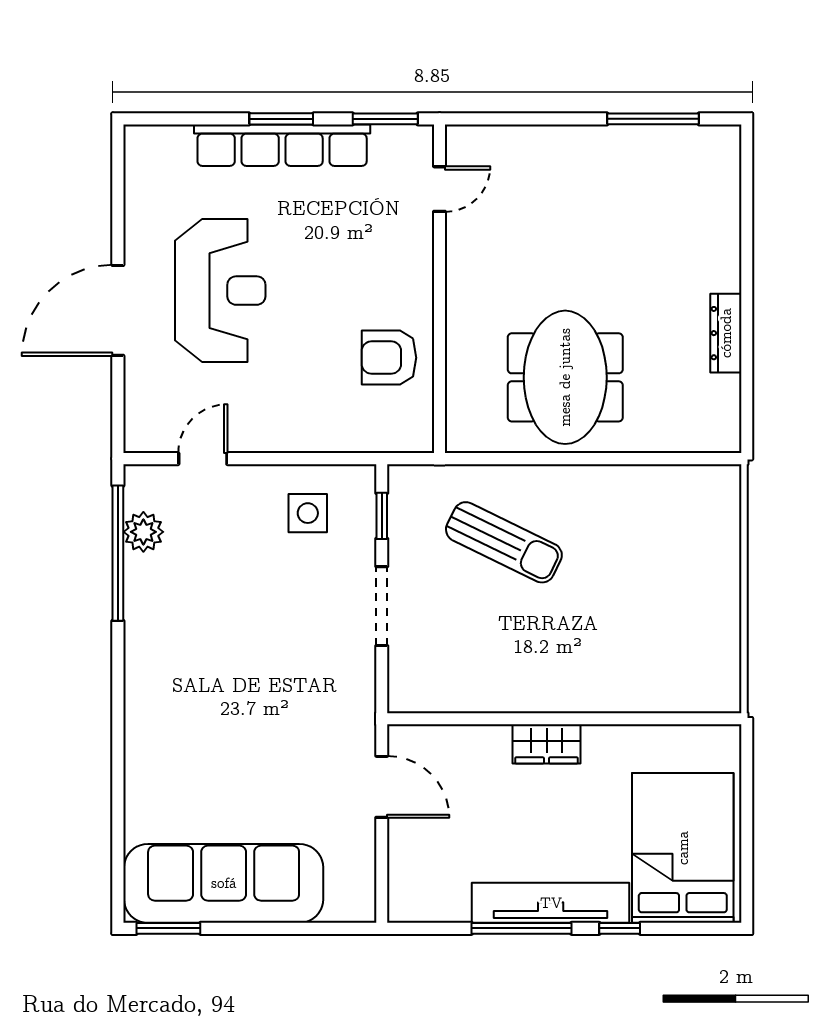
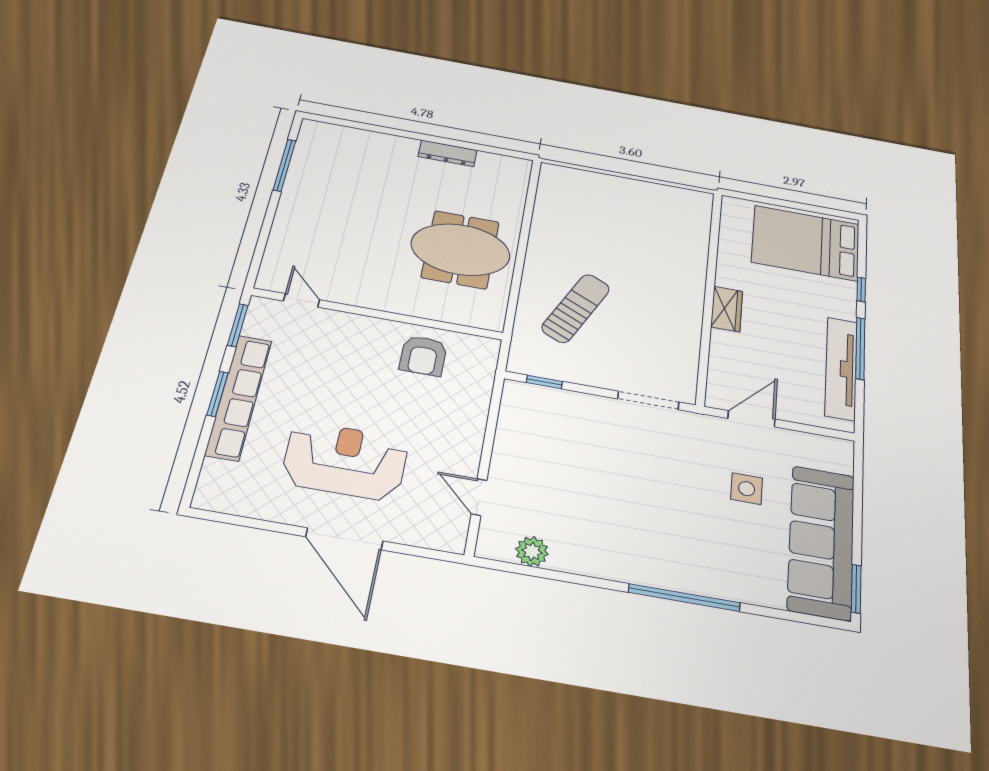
side table: (308, 513) -> (747, 489), moved
window: (118, 553) -> (684, 598), moved
doorway: (382, 606) -> (648, 400), moved
tv unit: (551, 903) -> (841, 368), moved

